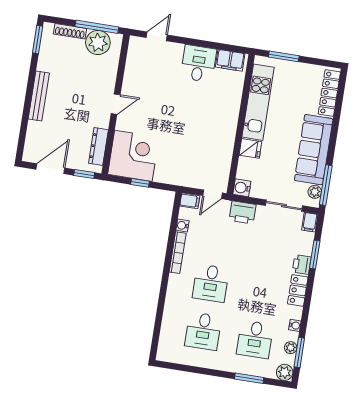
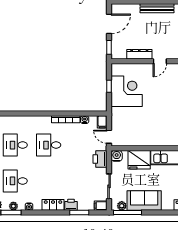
door: (116, 104) -> (160, 61), hinge flipped
dresser: (98, 147) -> (139, 54), moved
fridge: (250, 148) -> (139, 160), width x1.88, depth x1.34
sofa: (314, 150) -> (144, 201), width x0.73
corner desk: (133, 156) -> (127, 91), moved, turned -90
door: (50, 169) -> (109, 24), hinge flipped

